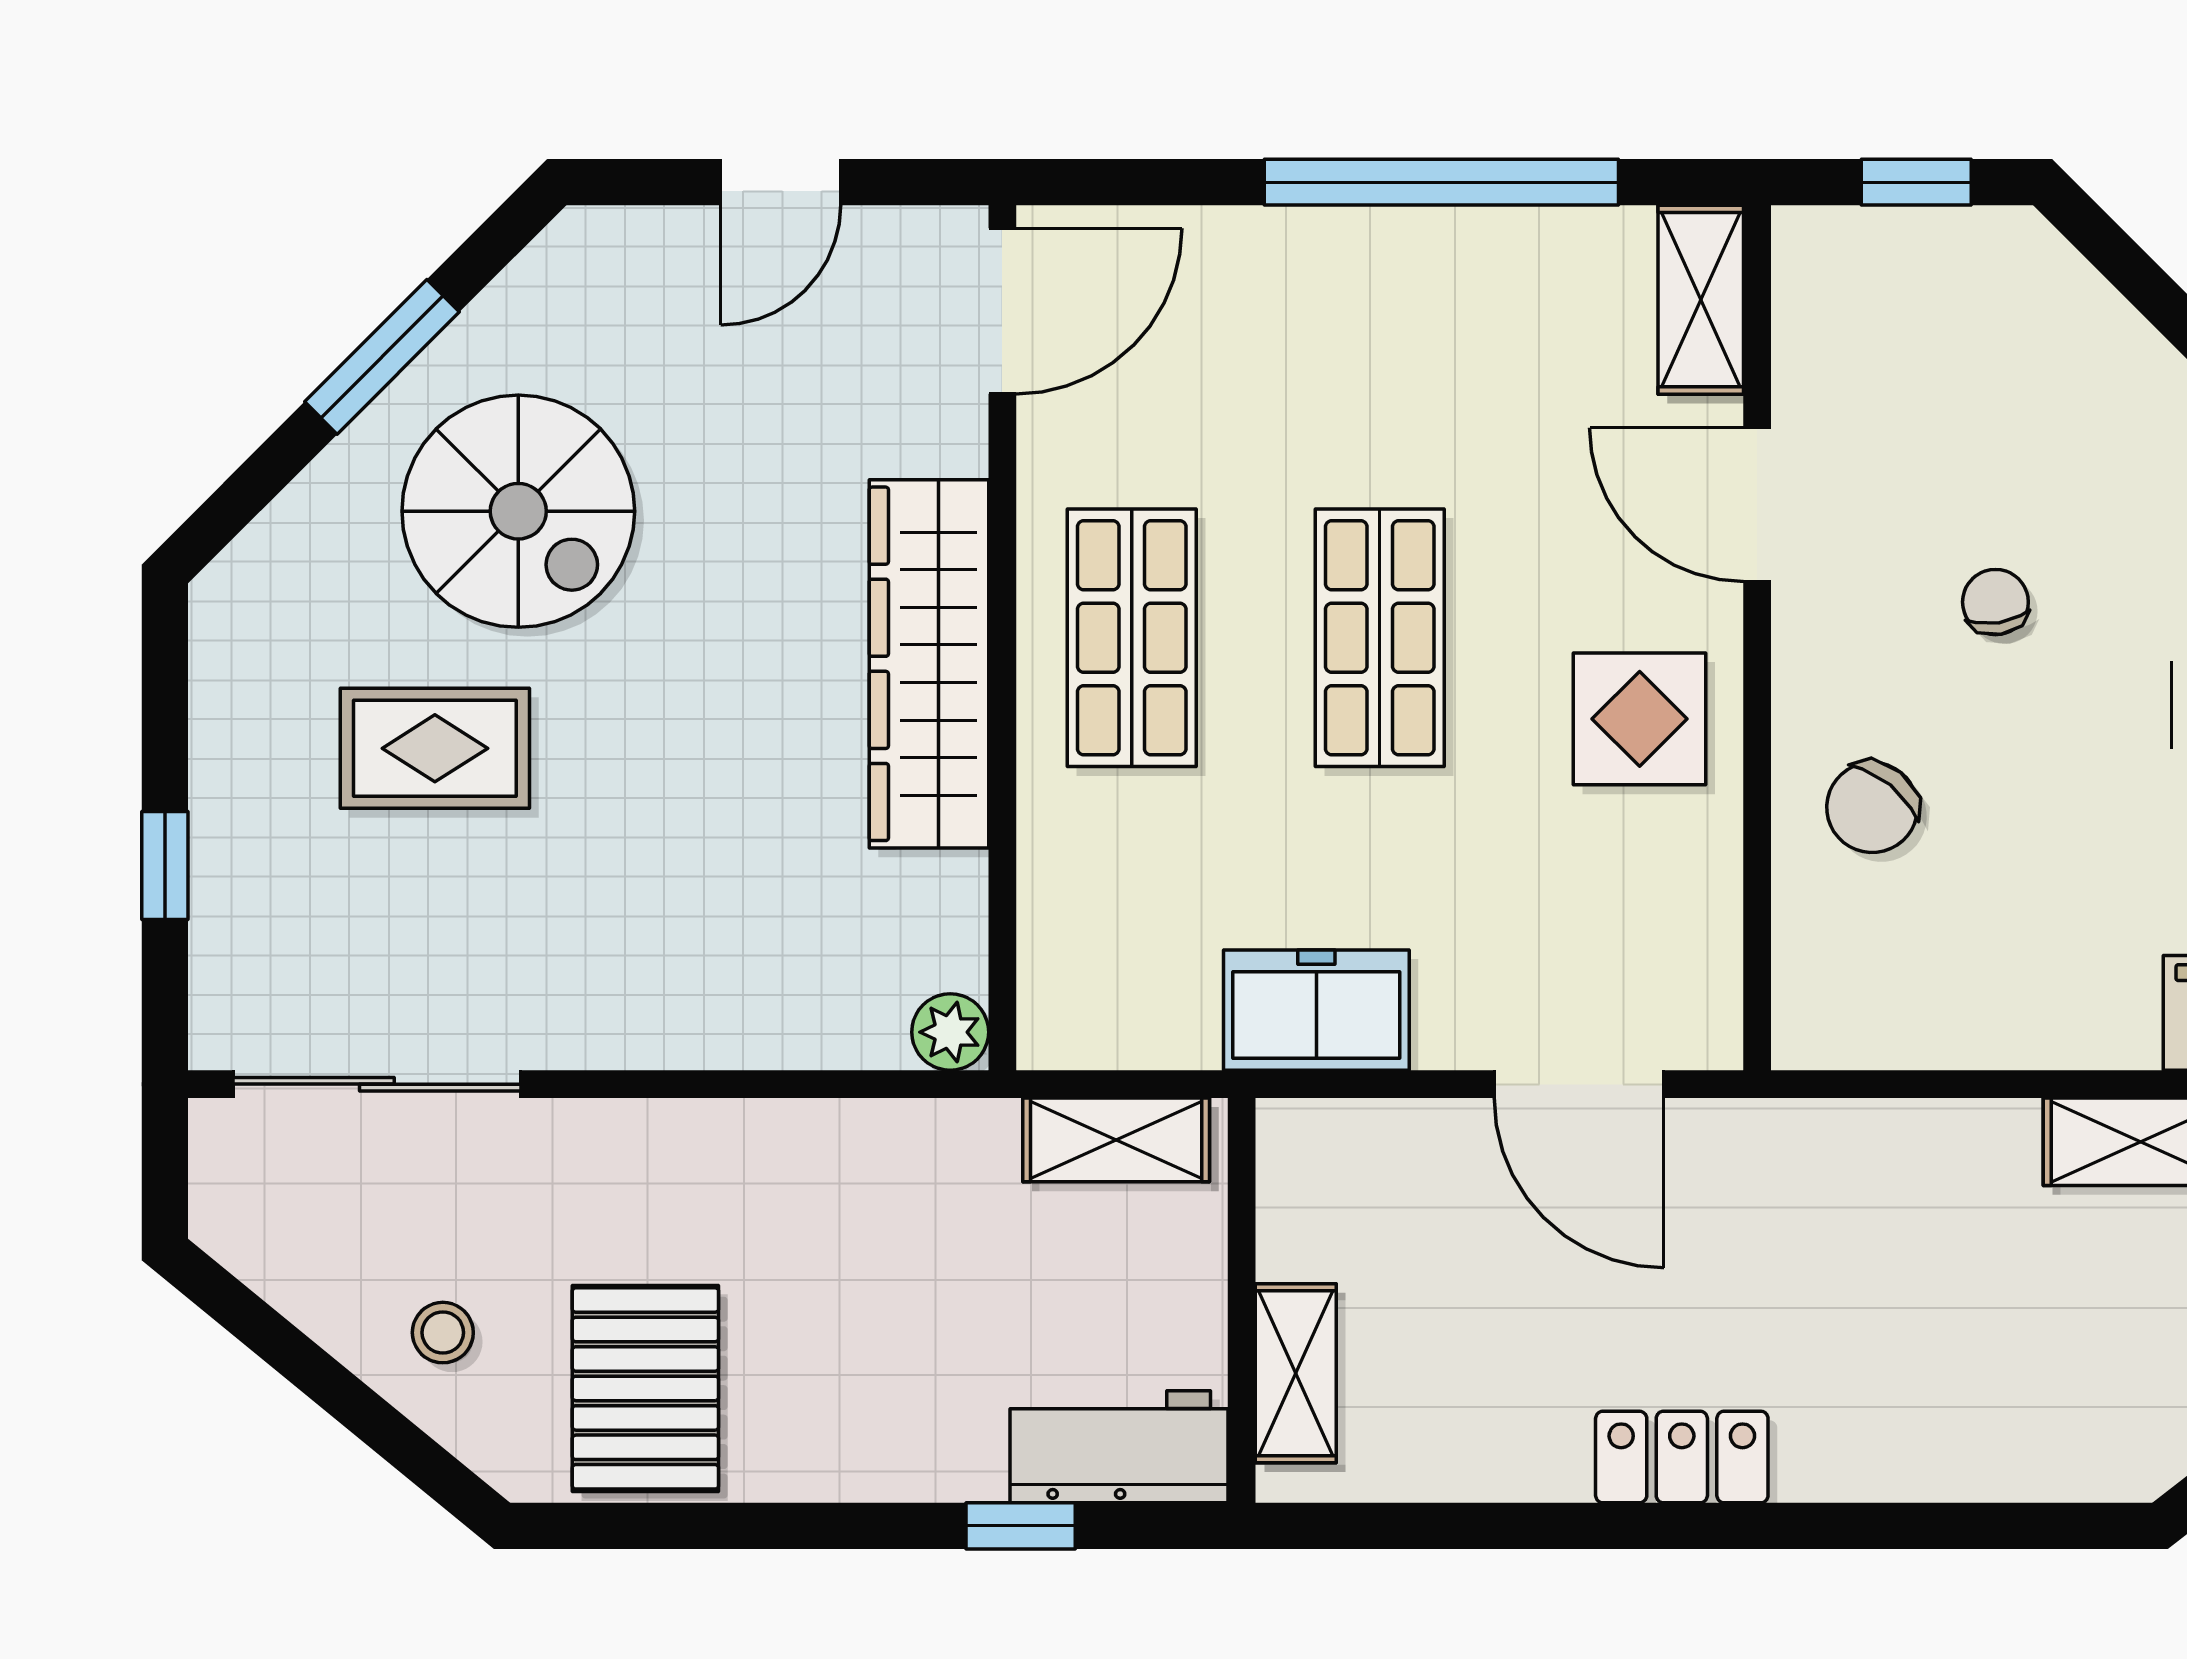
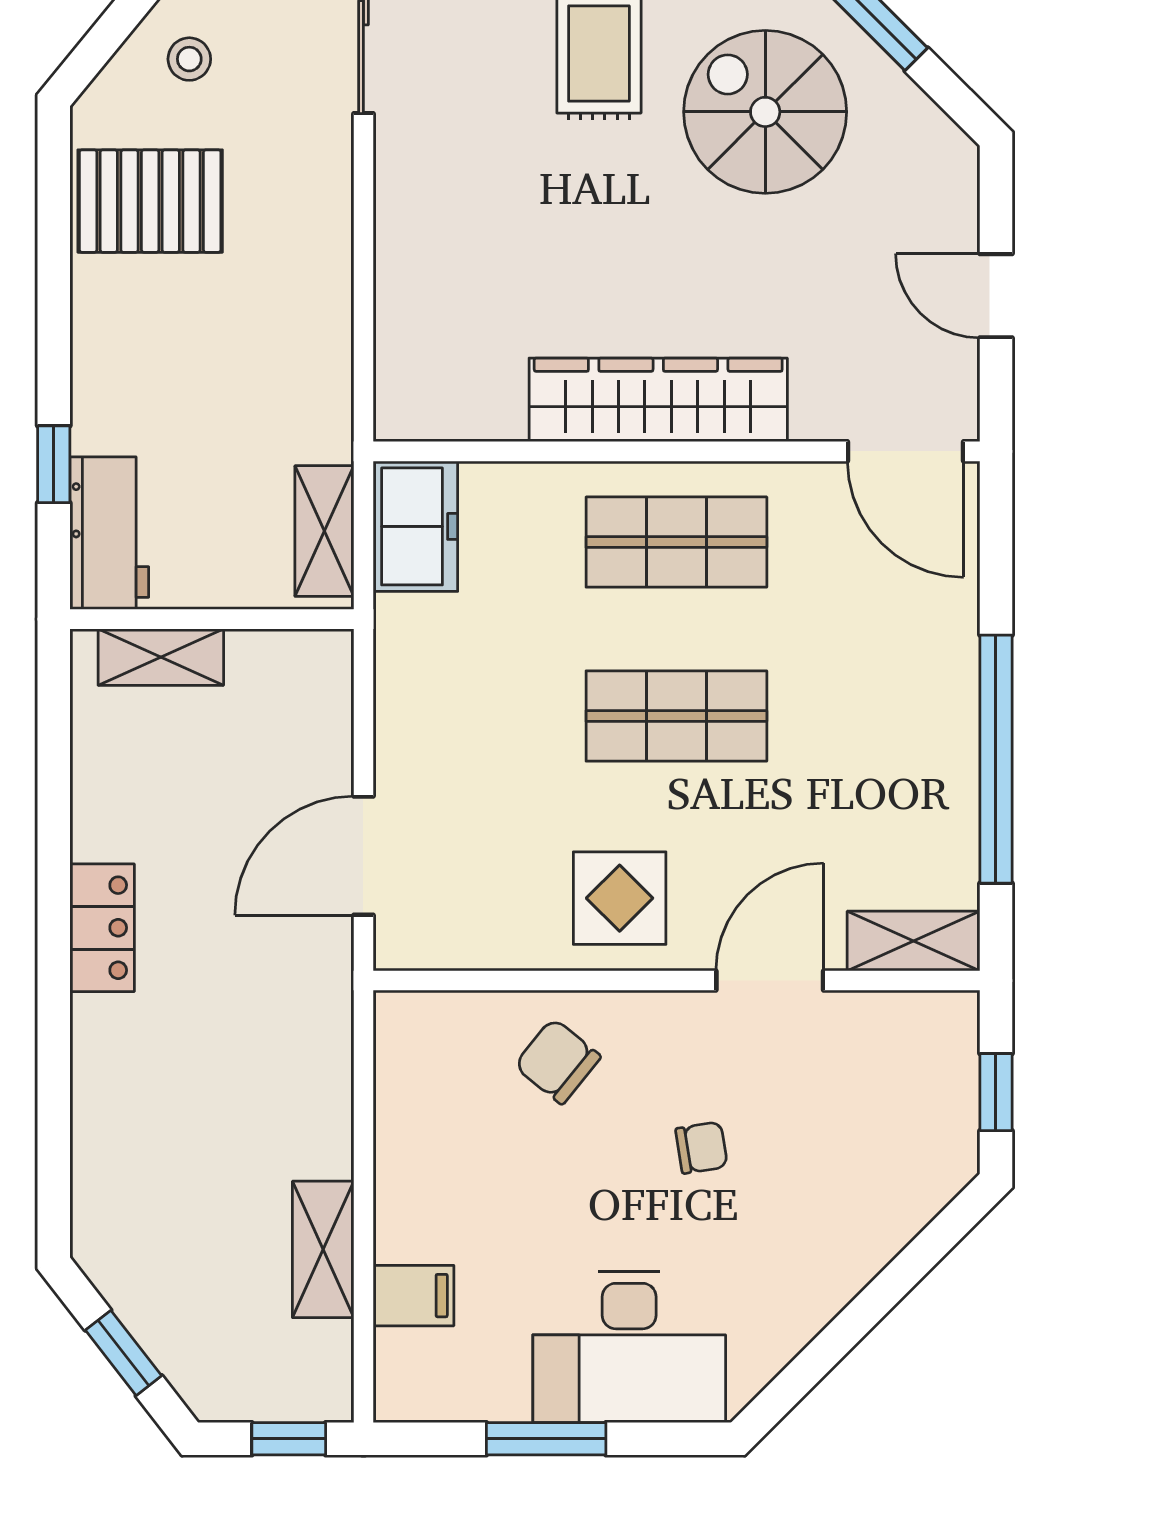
spiral stairs: (518, 511) -> (765, 112), turned 90
freezer: (1316, 1010) -> (415, 526), moved
plant: (950, 1032) -> (400, 415), removed

